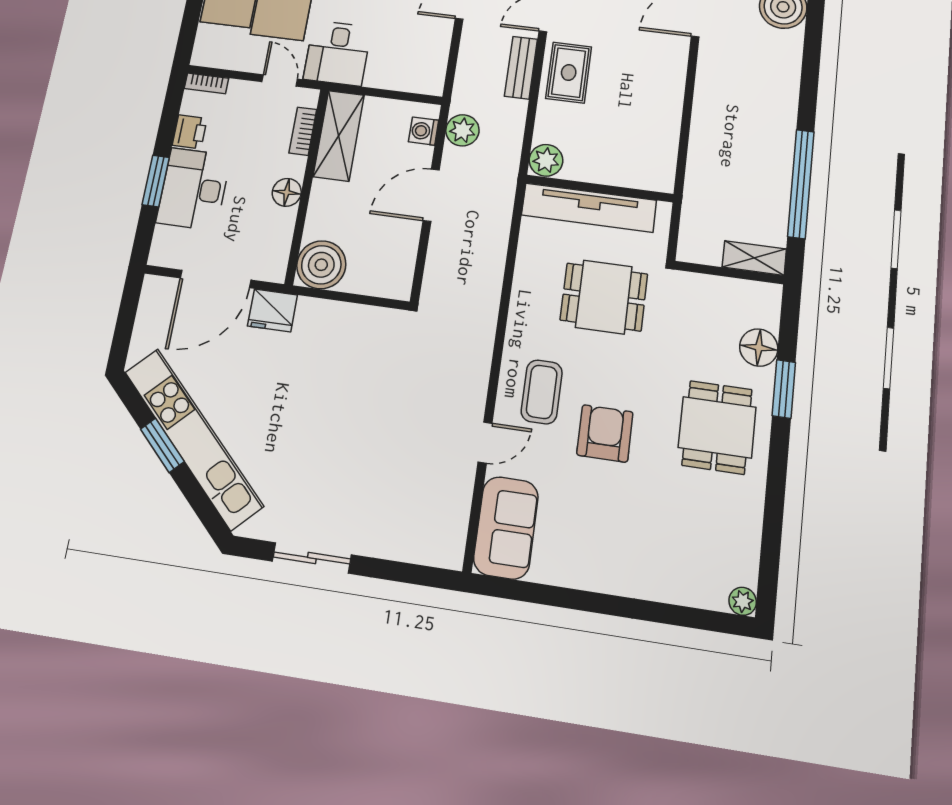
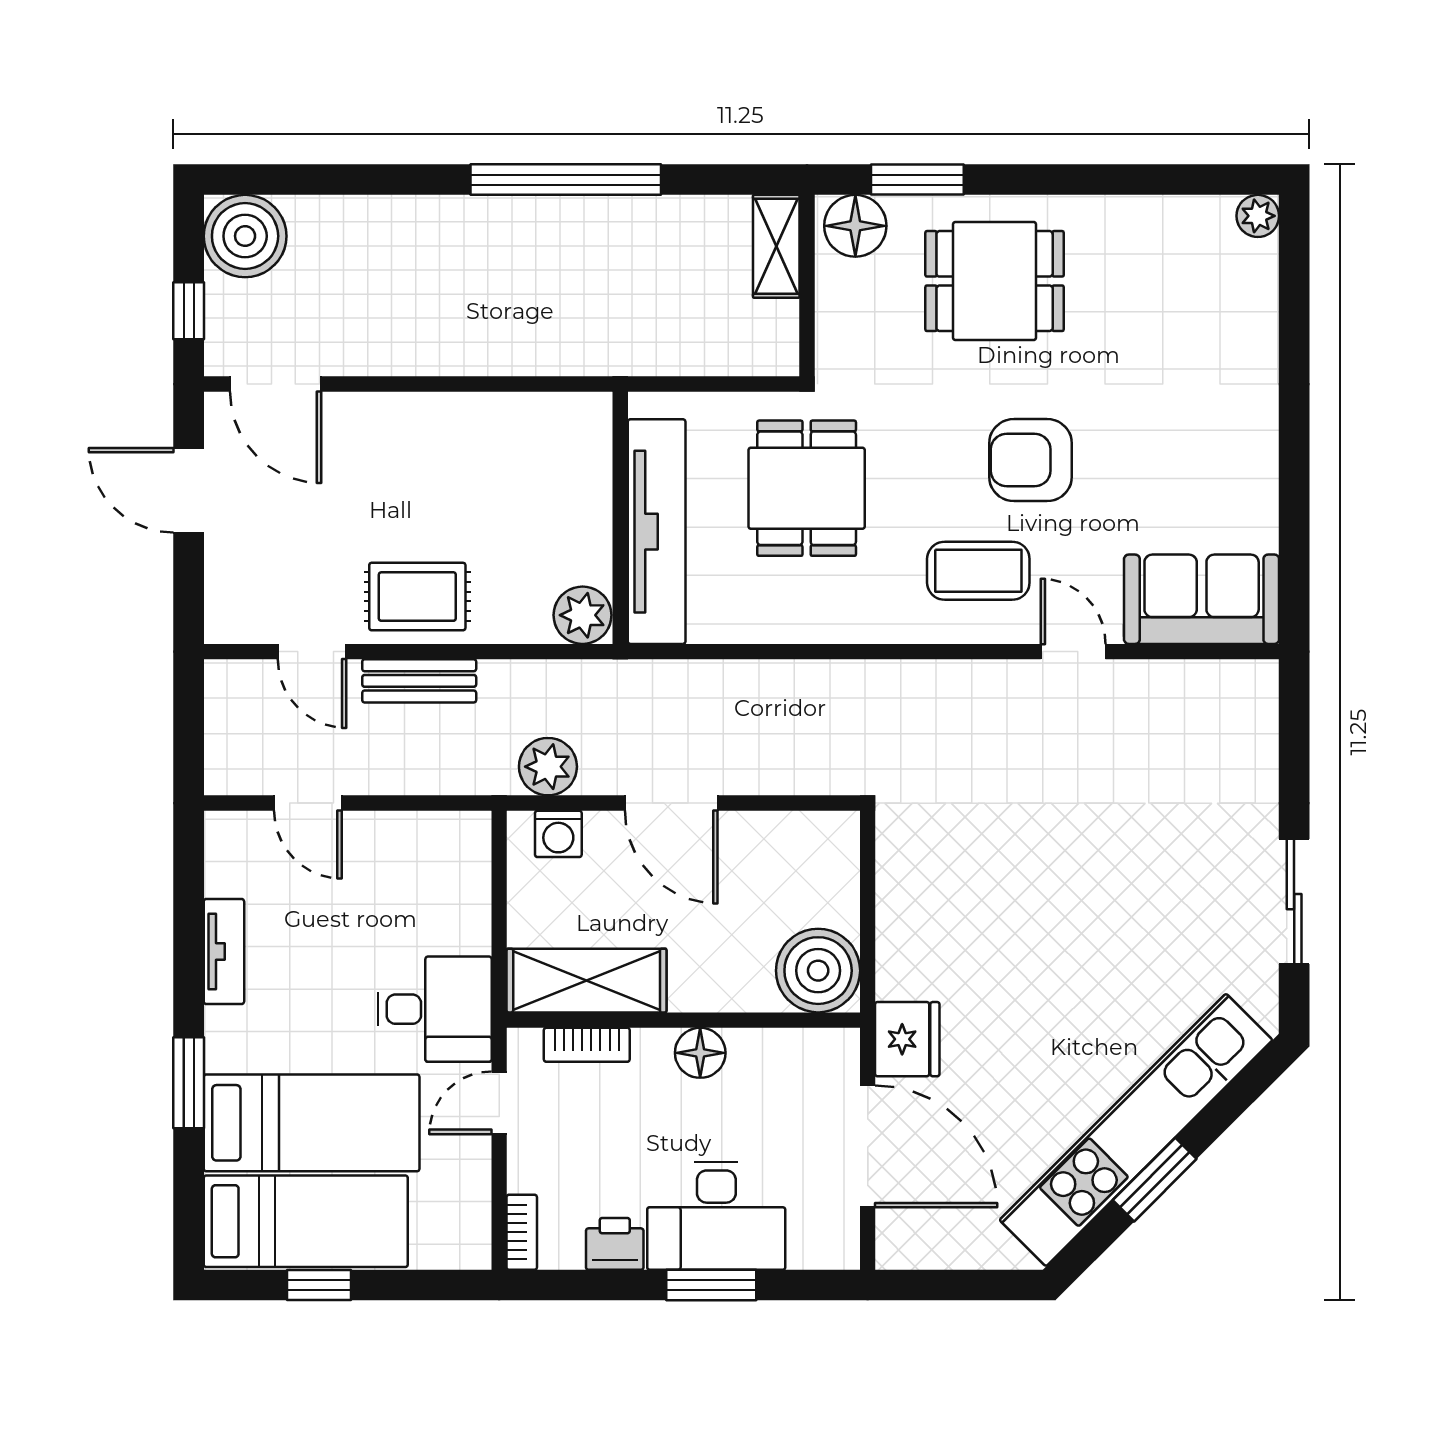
shelving: (754, 258) -> (776, 246), moved
wall: (729, 273) -> (807, 286), moved

